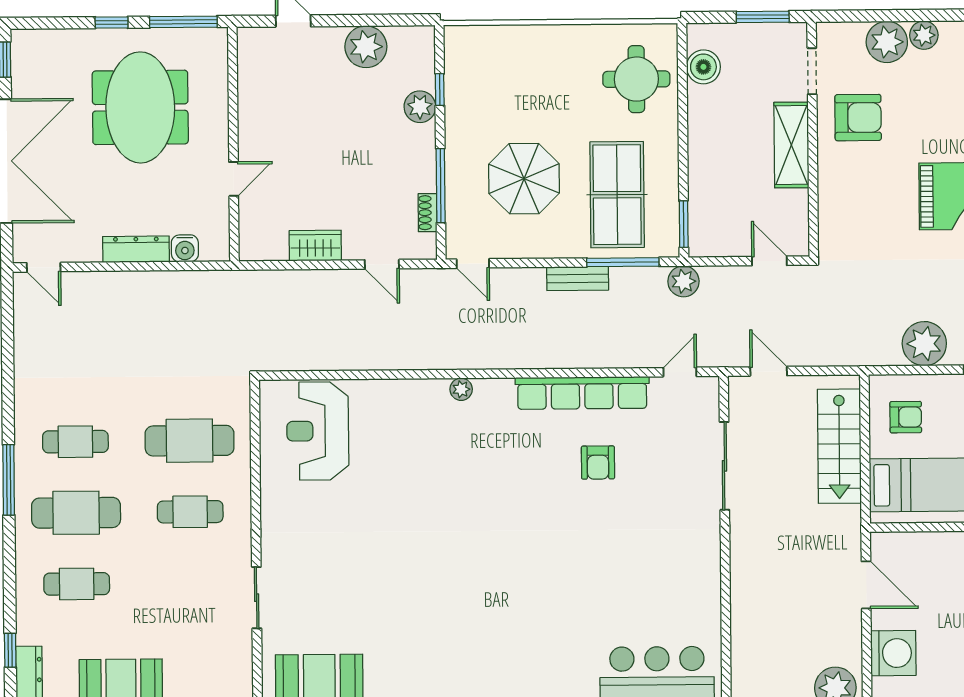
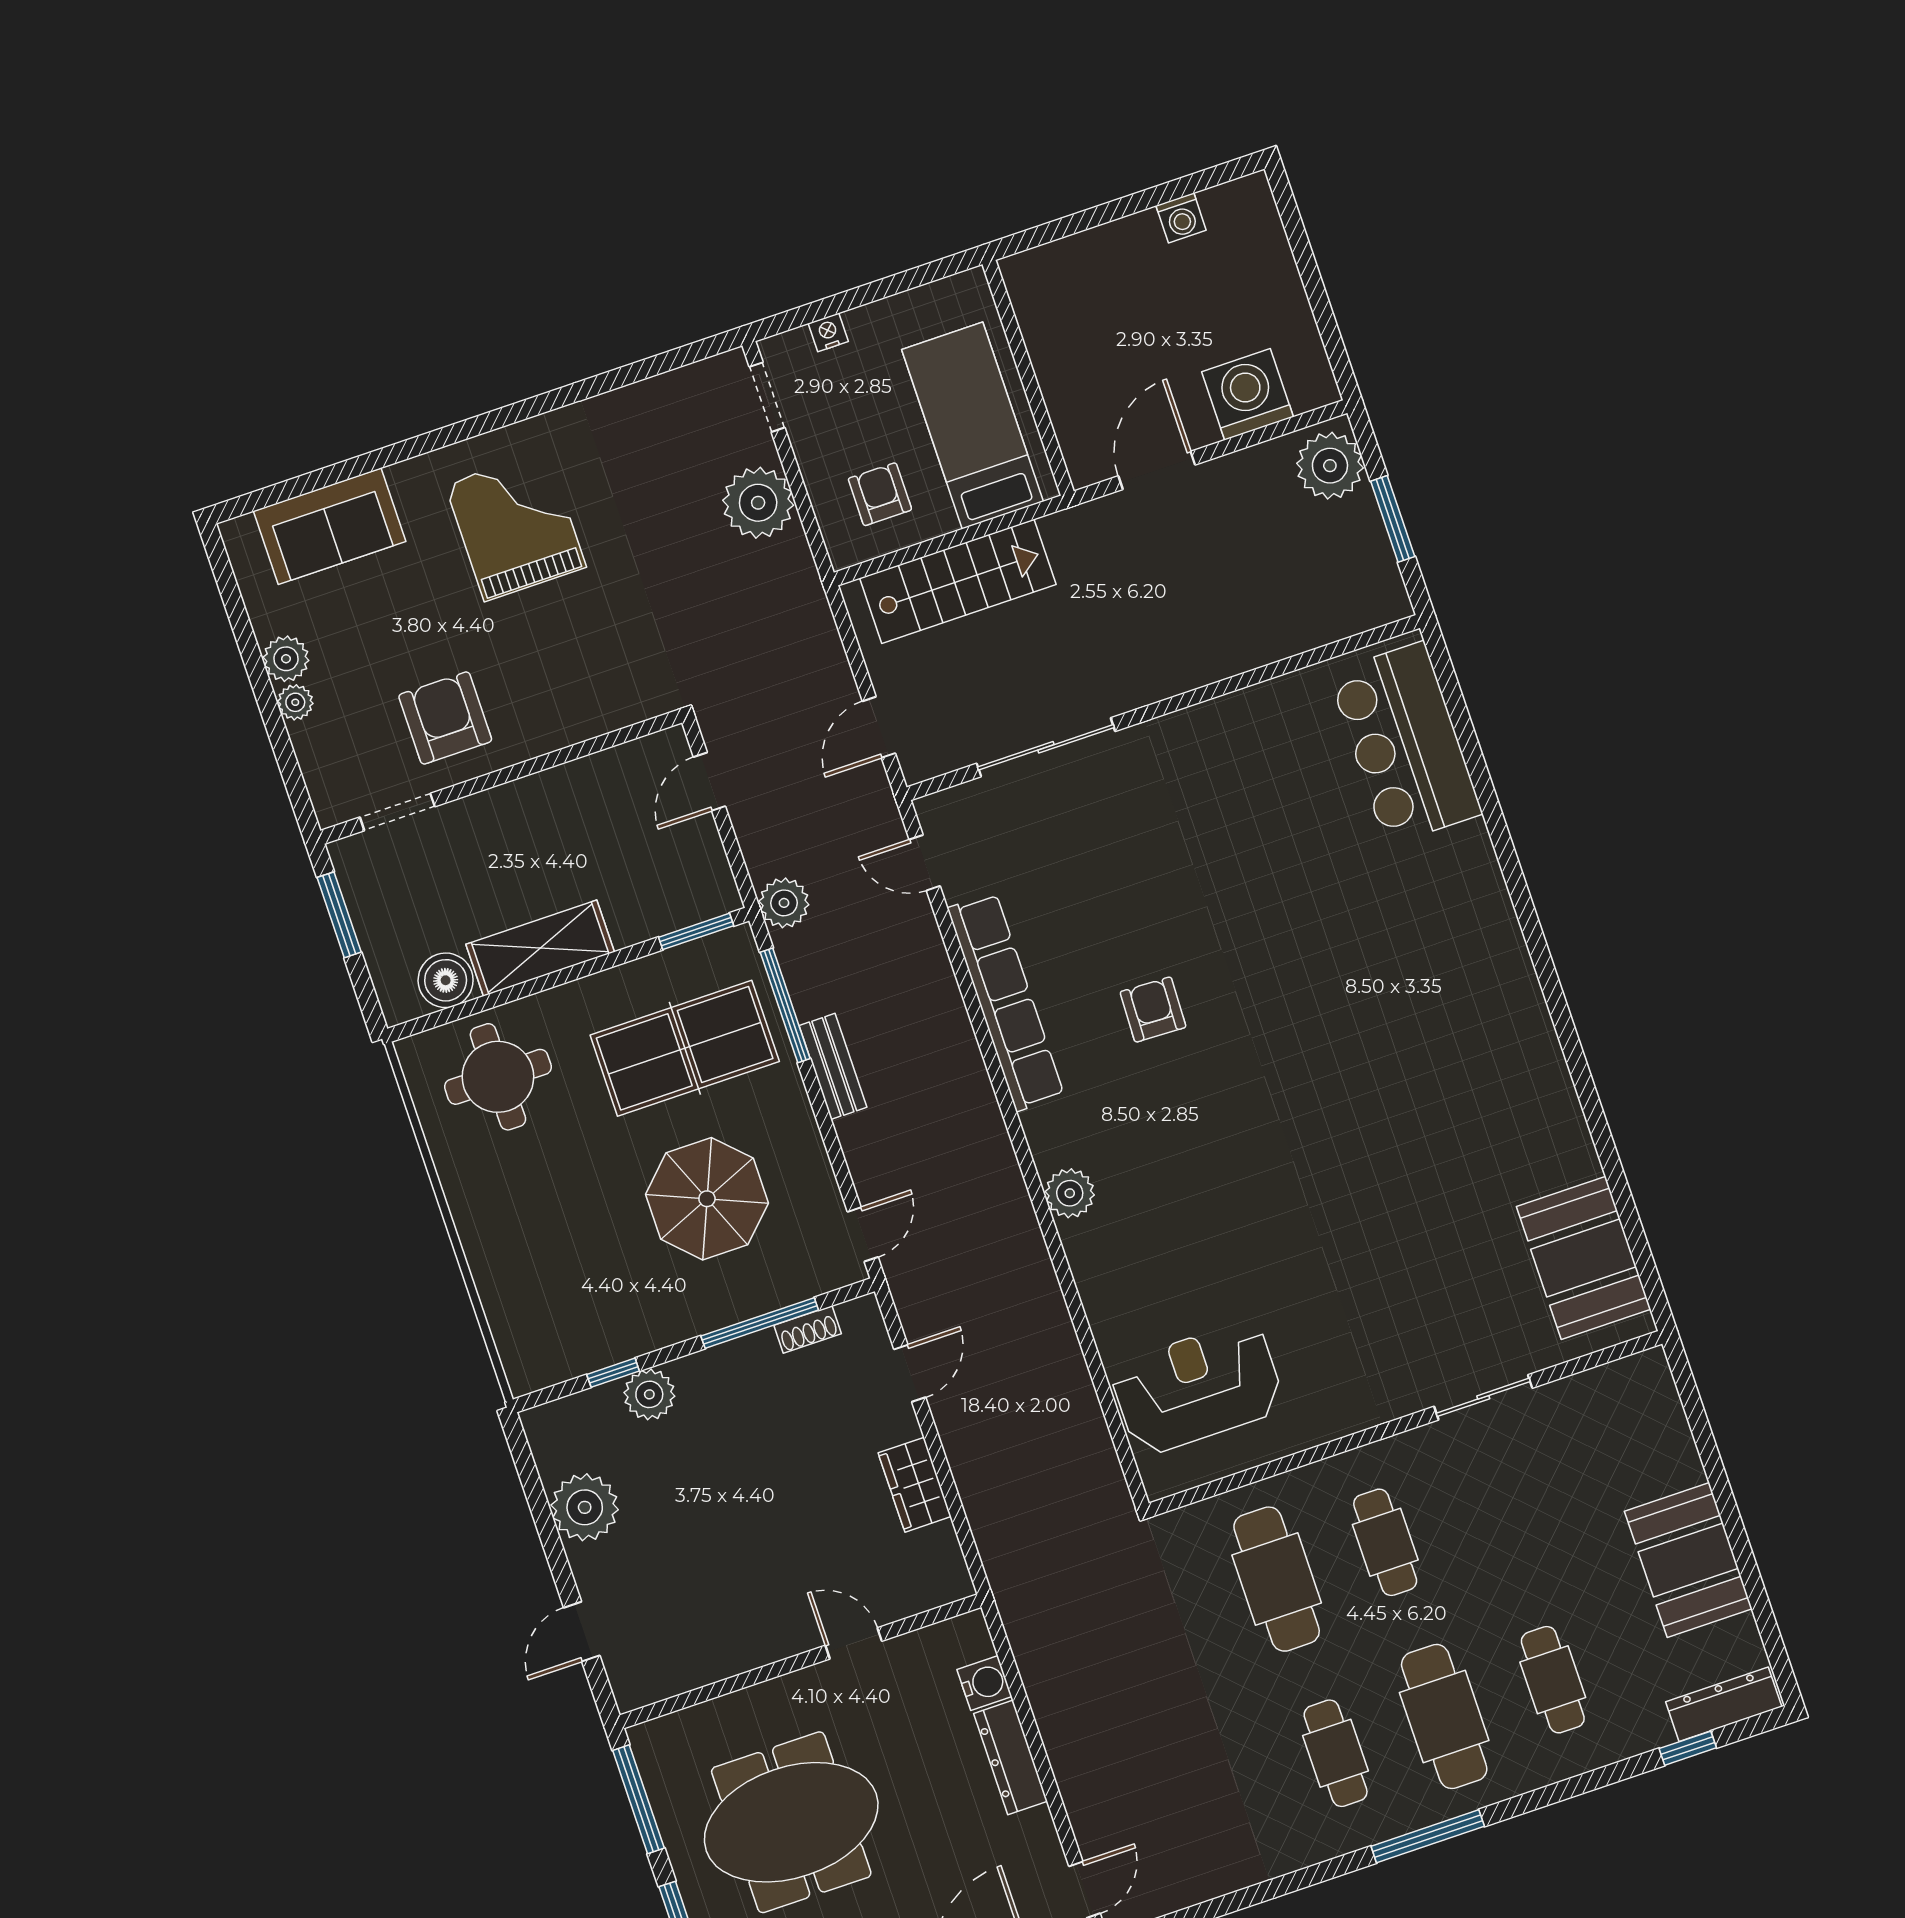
plant: (887, 42) -> (295, 702), width x0.53, depth x0.53
shelving: (791, 145) -> (540, 948), moved
plant: (461, 389) -> (1070, 1193), width x1.38, depth x1.38
reception desk: (318, 431) -> (1197, 1388), turned 180
armchair: (598, 463) -> (1153, 1010), moved, turned -88

